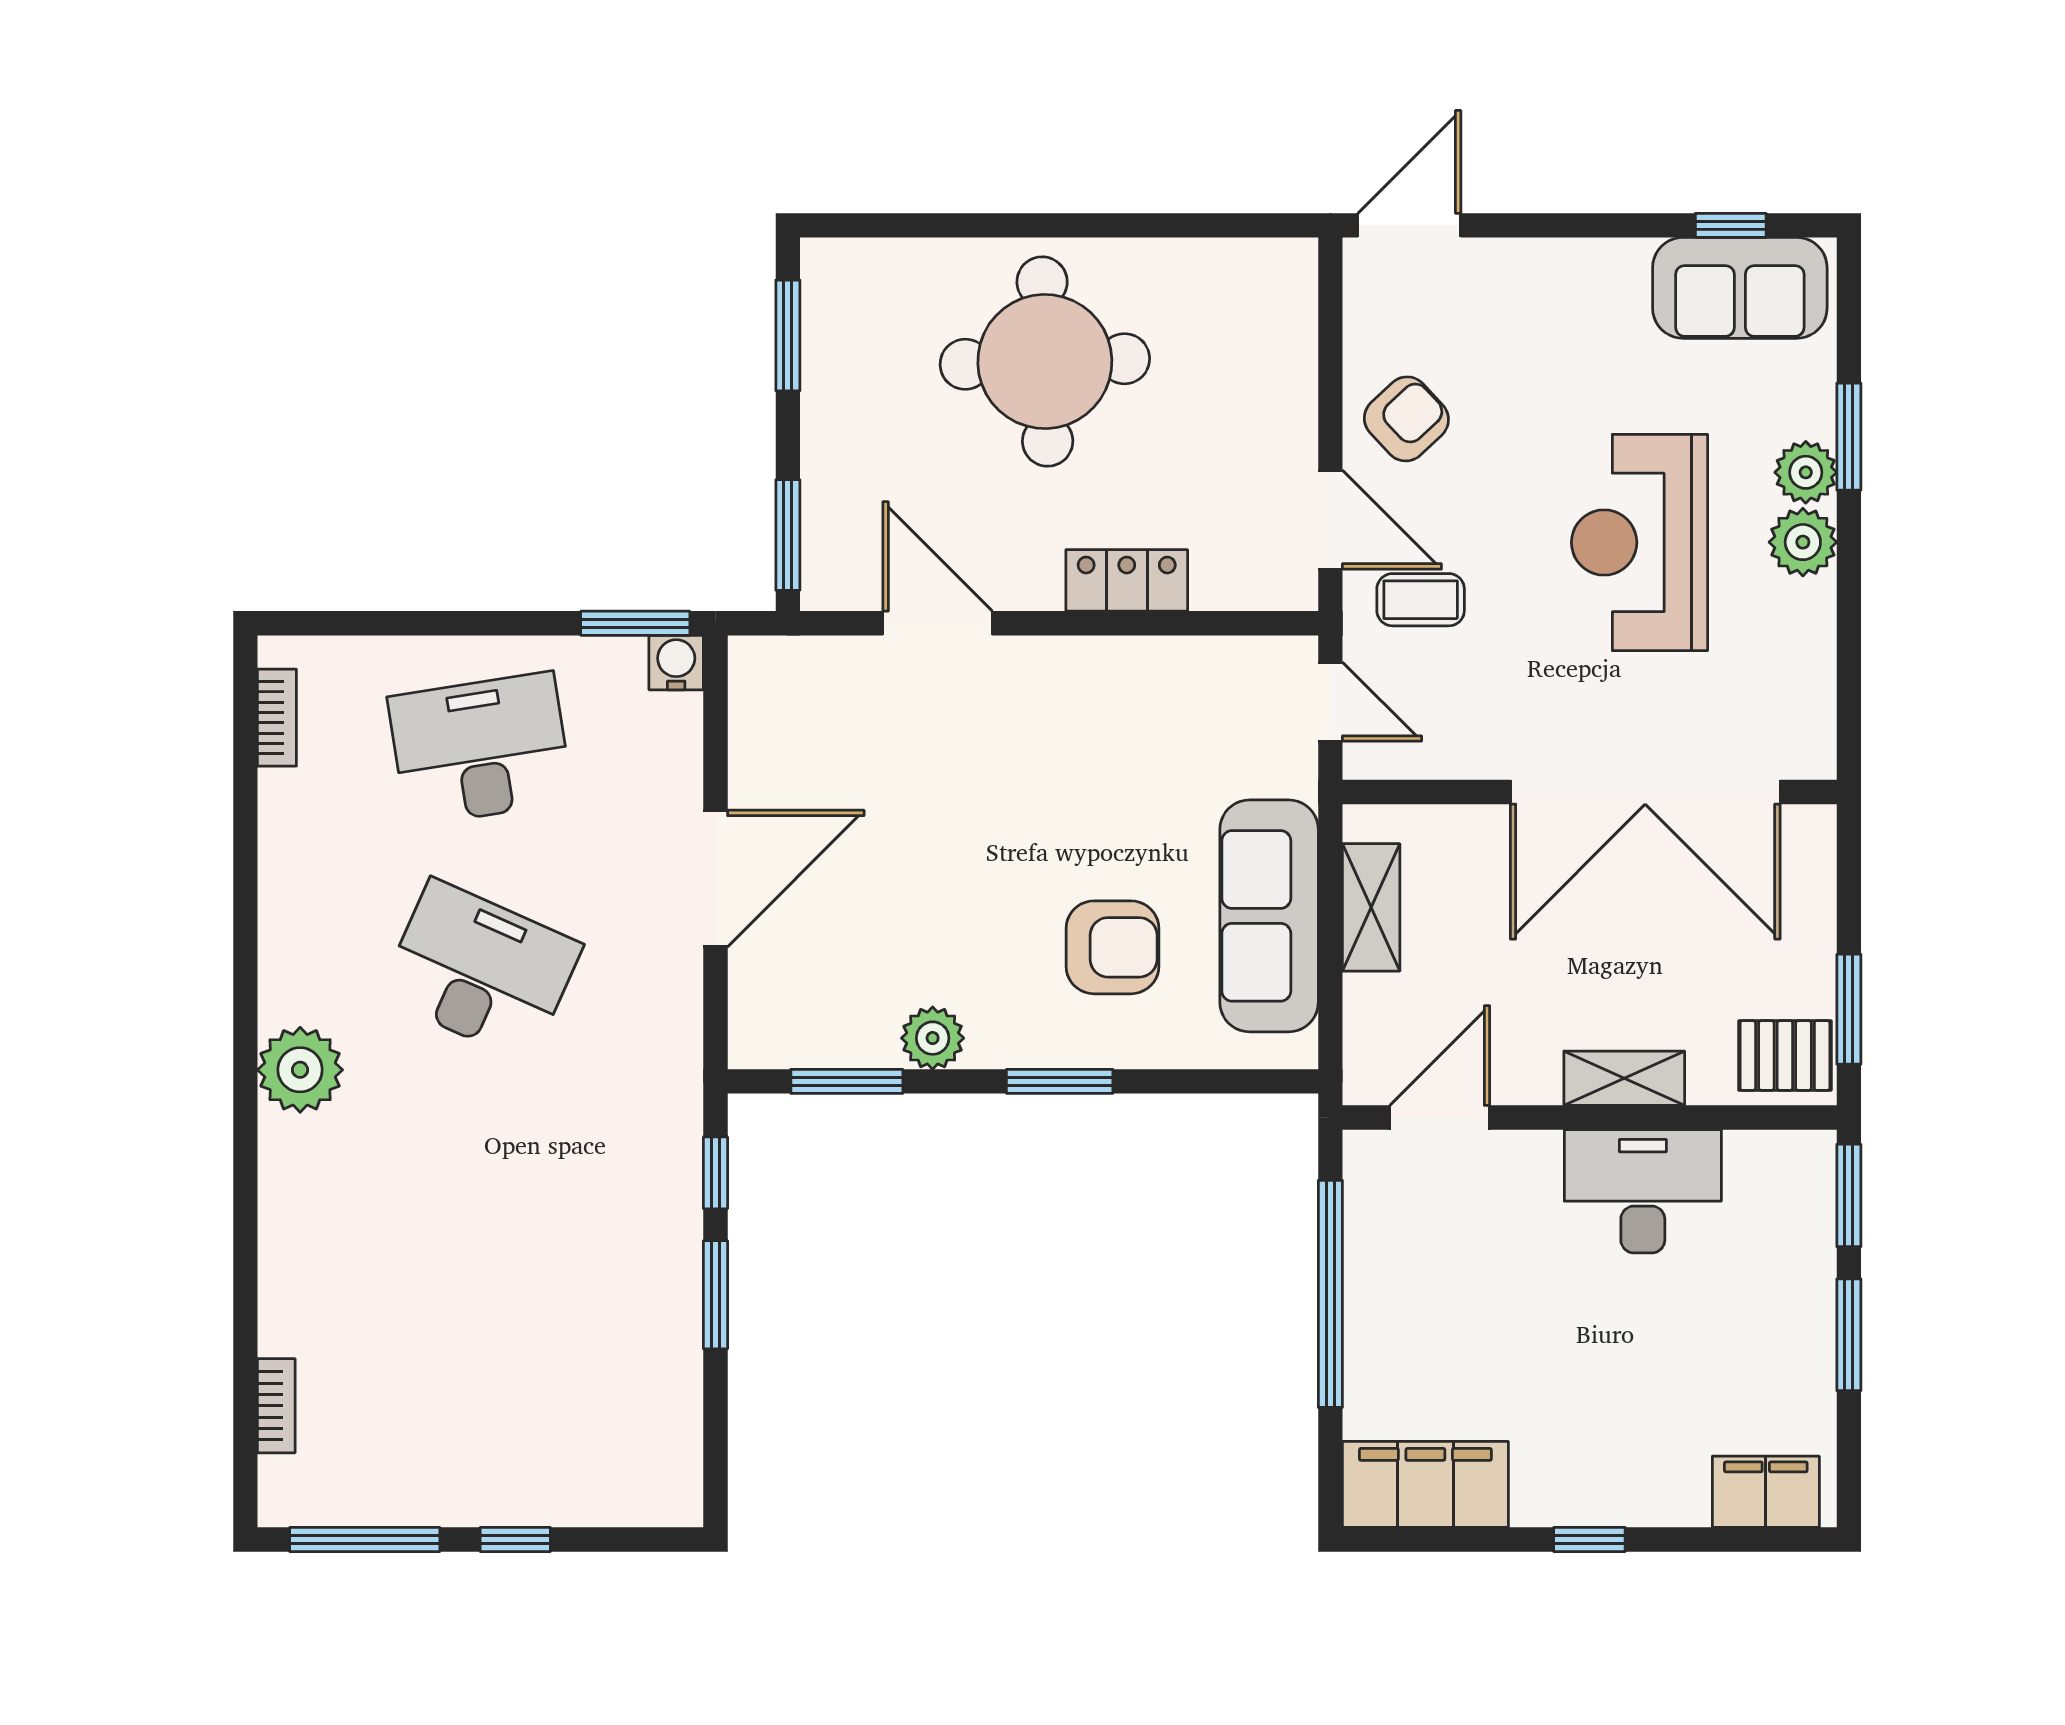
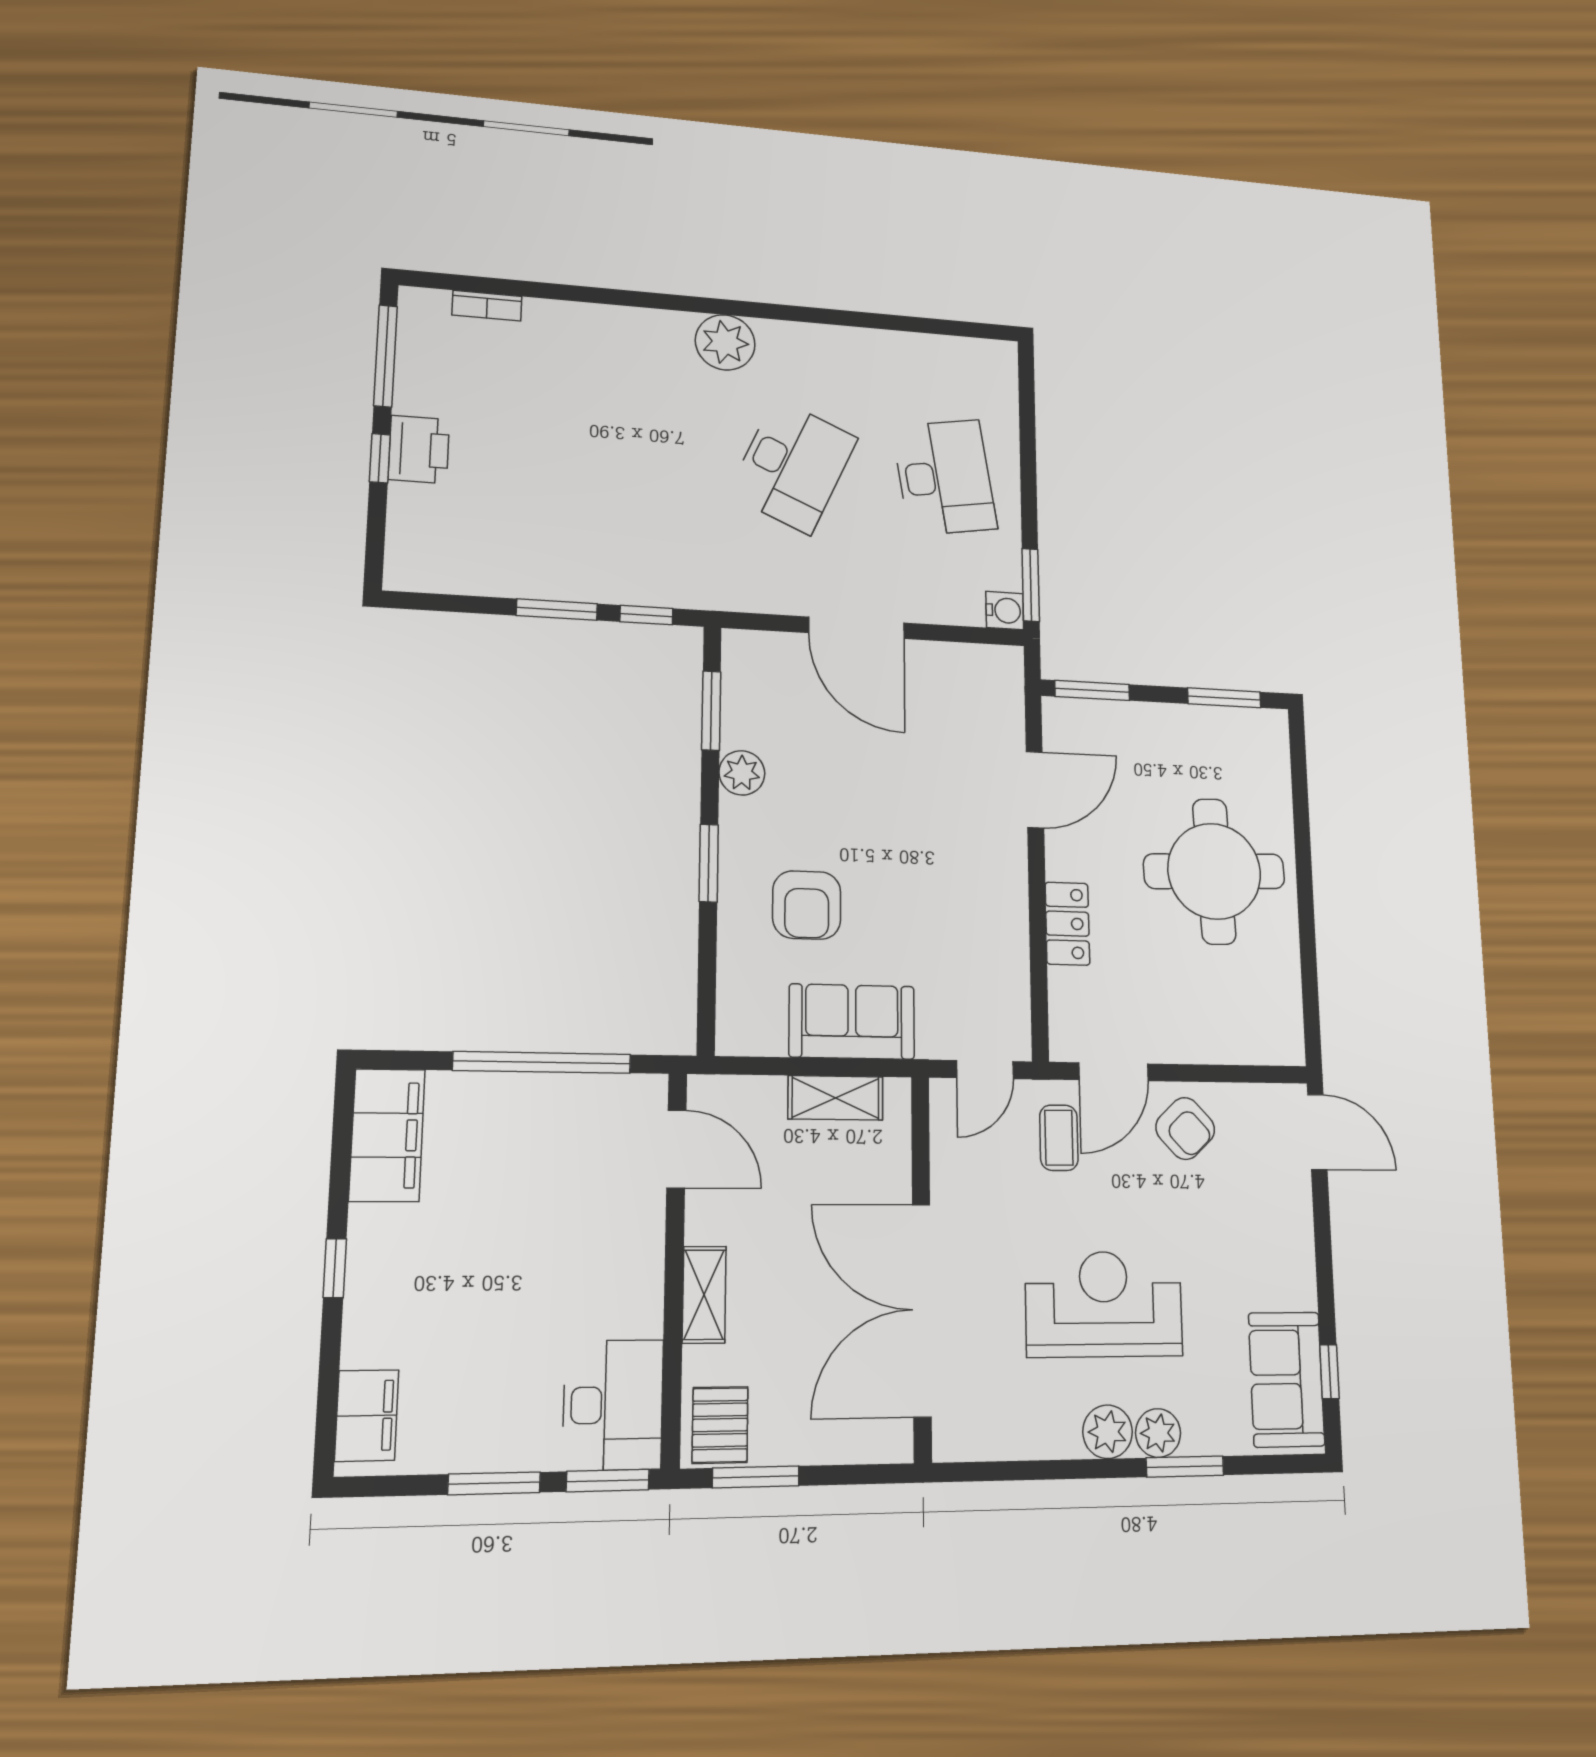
bookcase: (277, 718) -> (964, 349), removed
sofa: (1269, 916) -> (852, 1022), width x0.73
desk: (1643, 1191) -> (613, 1405), moved
printer: (498, 1488) -> (419, 449), added

